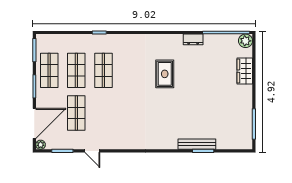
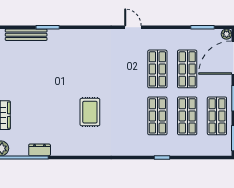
dresser: (193, 39) -> (40, 150), moved
shop shelf: (103, 113) -> (157, 69), added
bench: (197, 144) -> (26, 35), moved
door: (92, 151) -> (133, 27), moved

